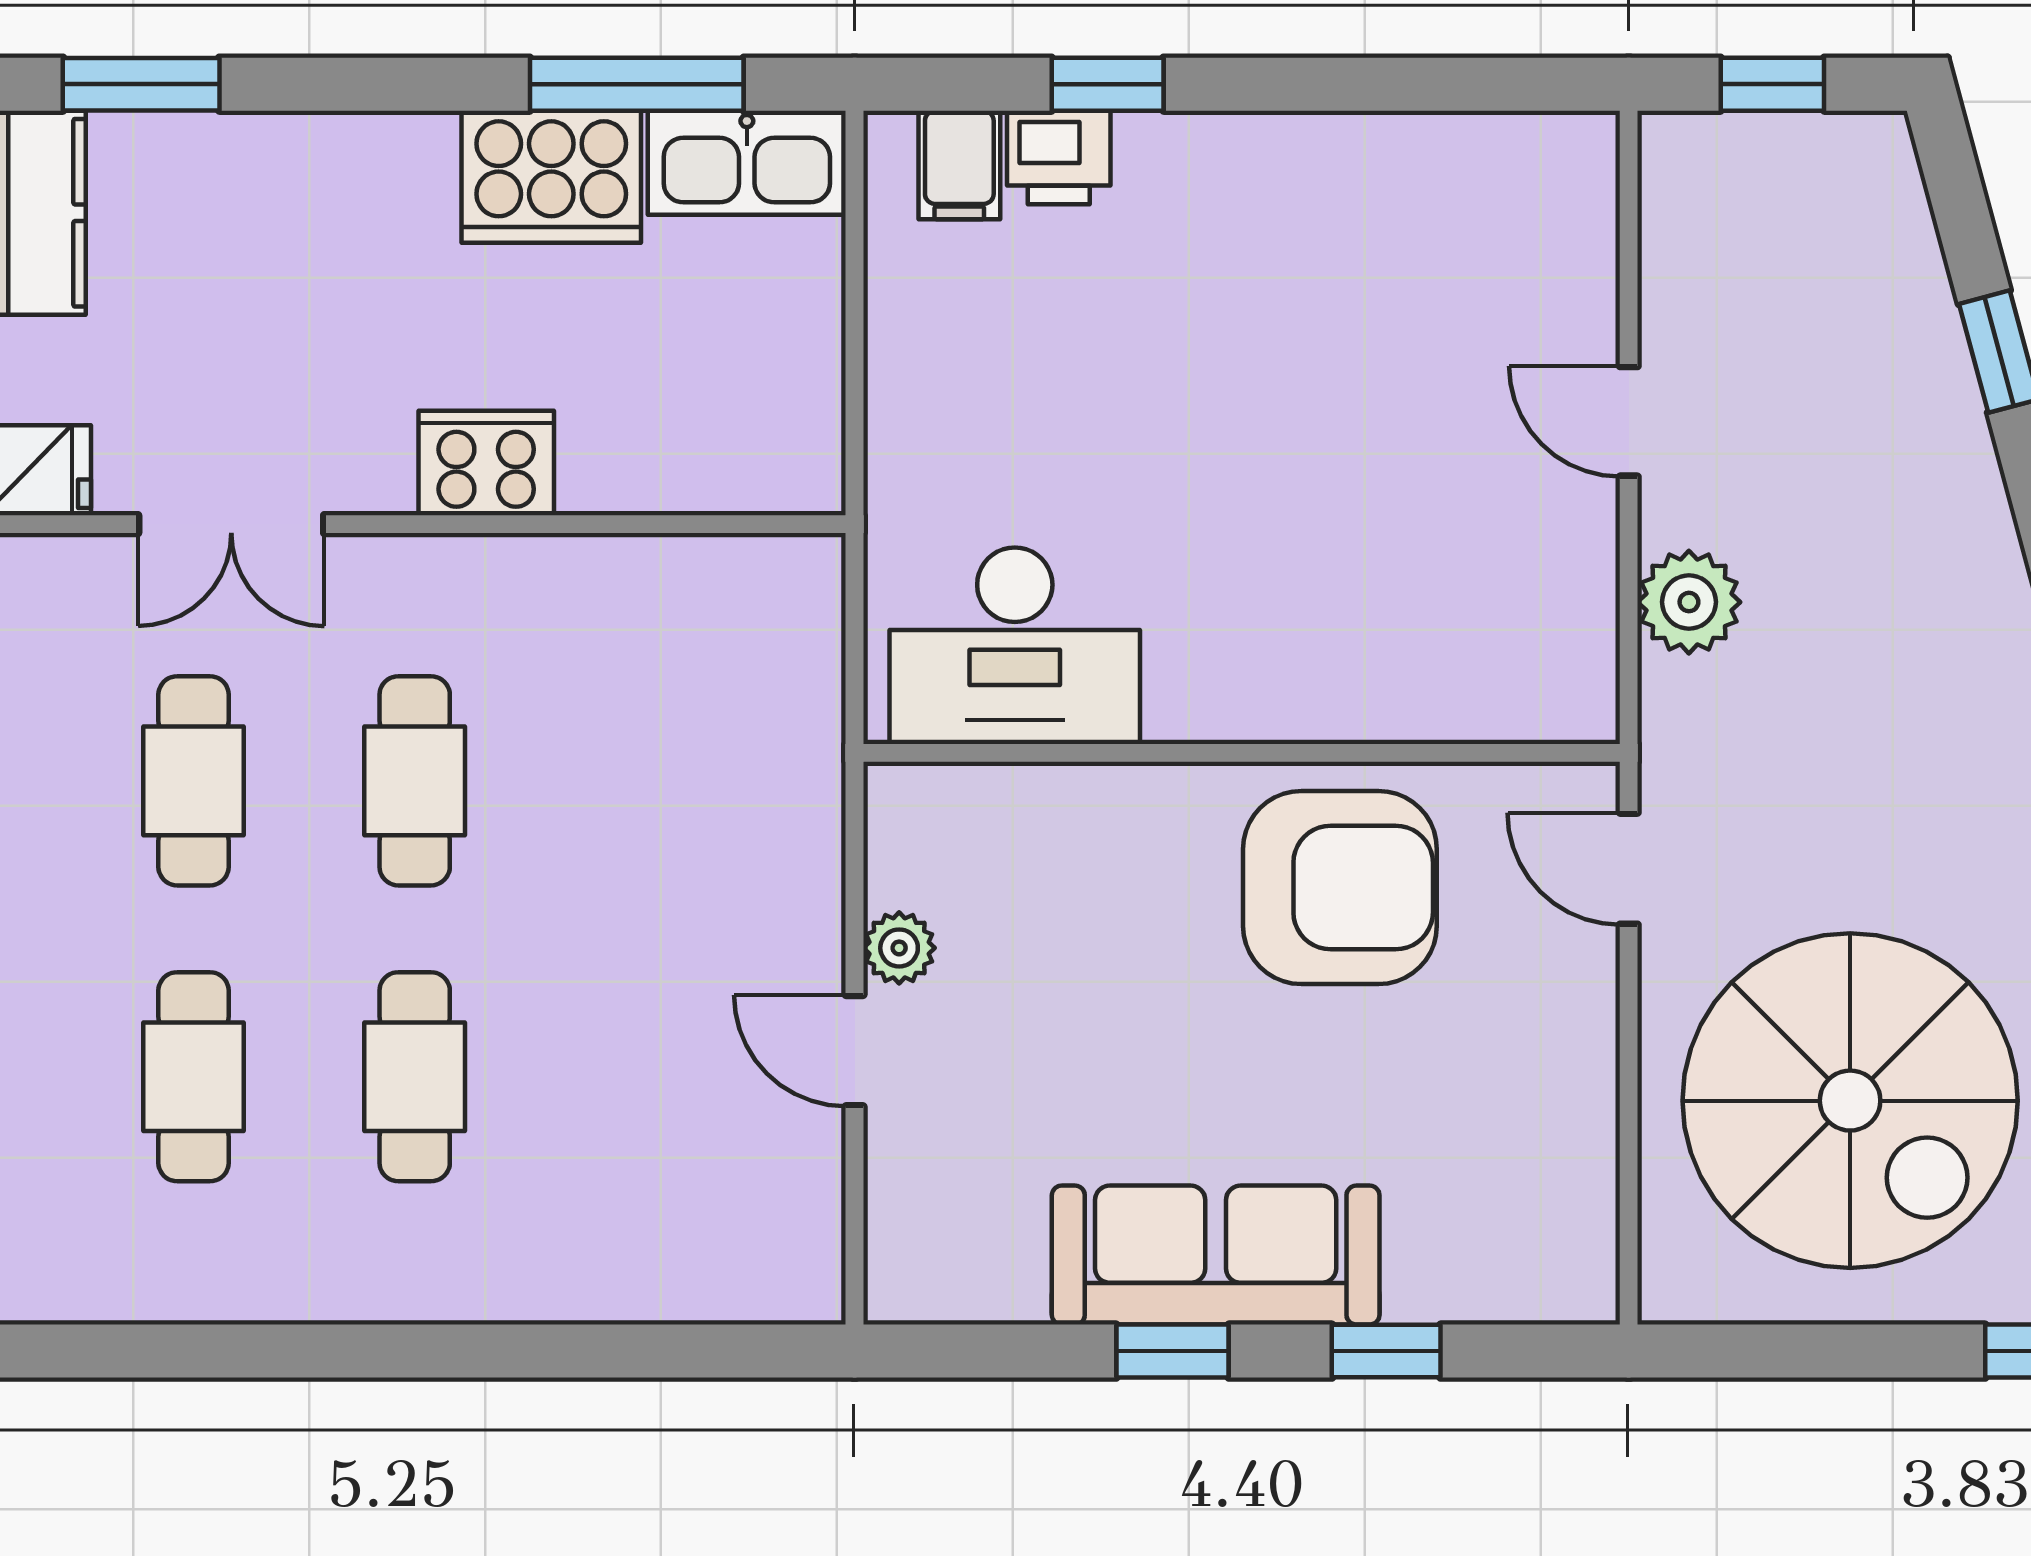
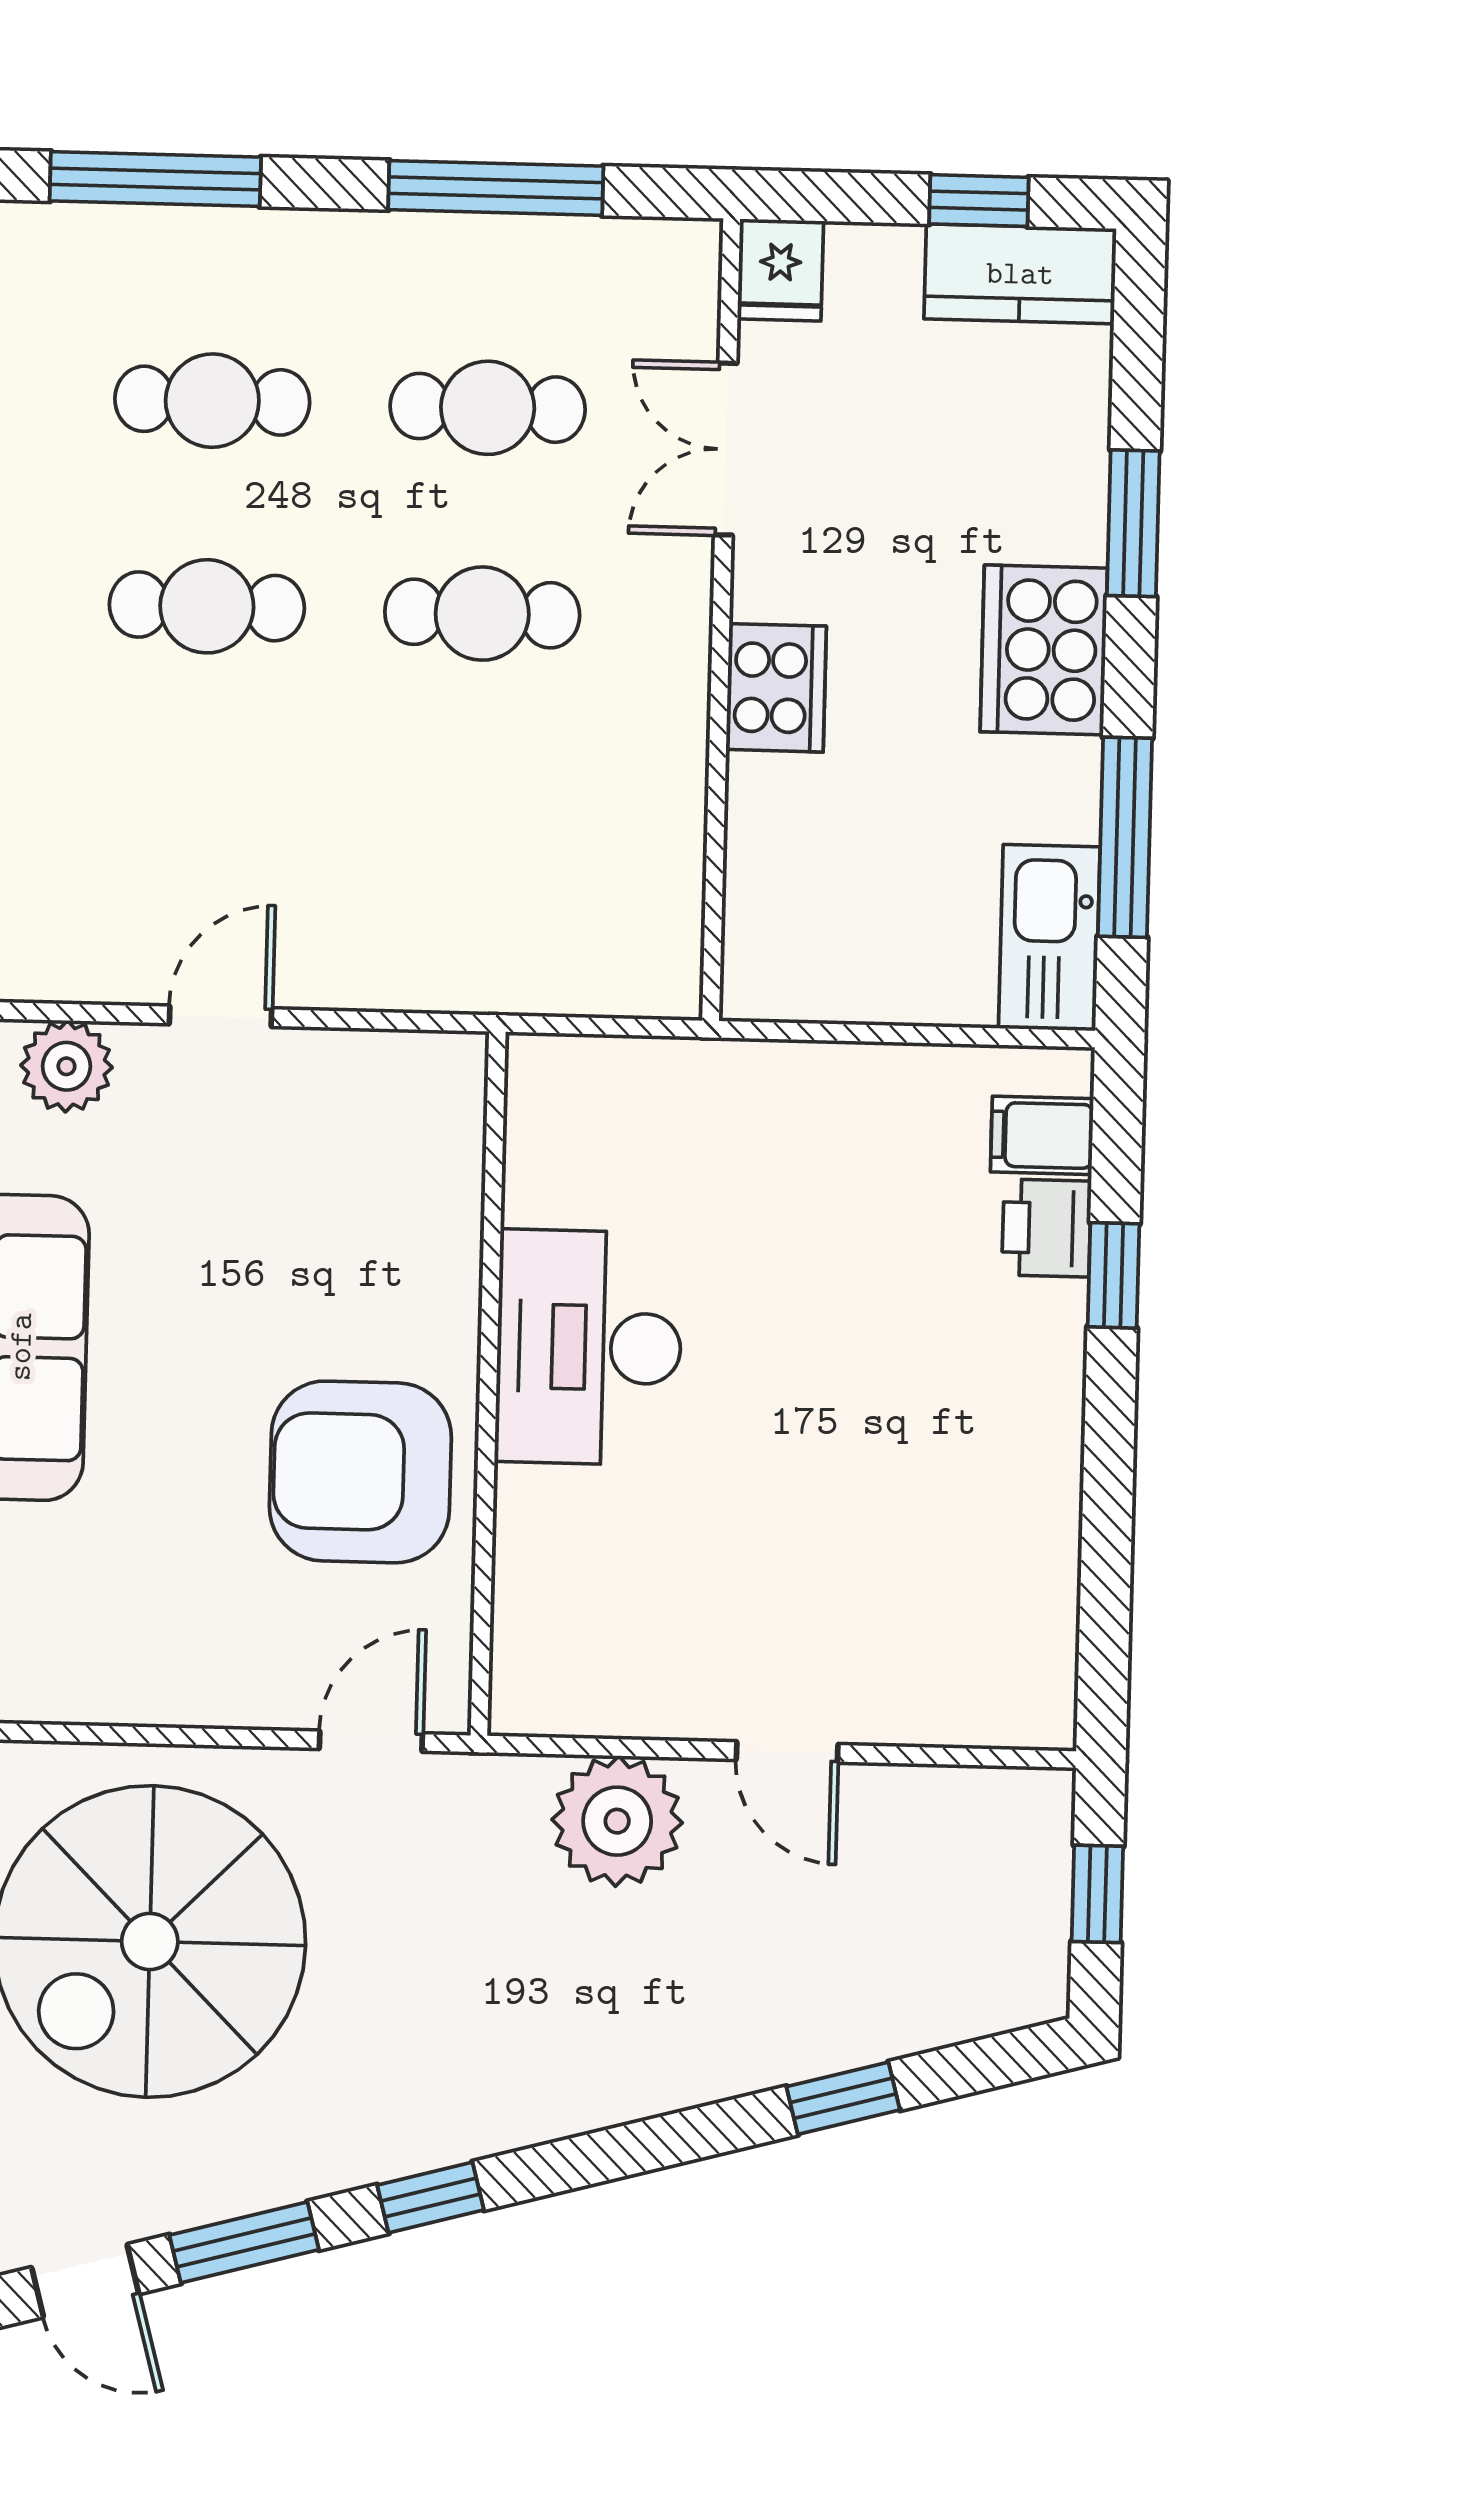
window: (141, 84) -> (1133, 523), moved
cooker: (551, 177) -> (1044, 650), moved
door: (1629, 421) -> (787, 1752), swing flipped
plant: (1689, 602) -> (617, 1821), width x1.36, depth x1.36
desk: (1015, 646) -> (589, 1347), moved
armchair: (1340, 888) -> (360, 1472), turned 90
plant: (899, 948) -> (66, 1066), moved, width x1.38, depth x1.38

